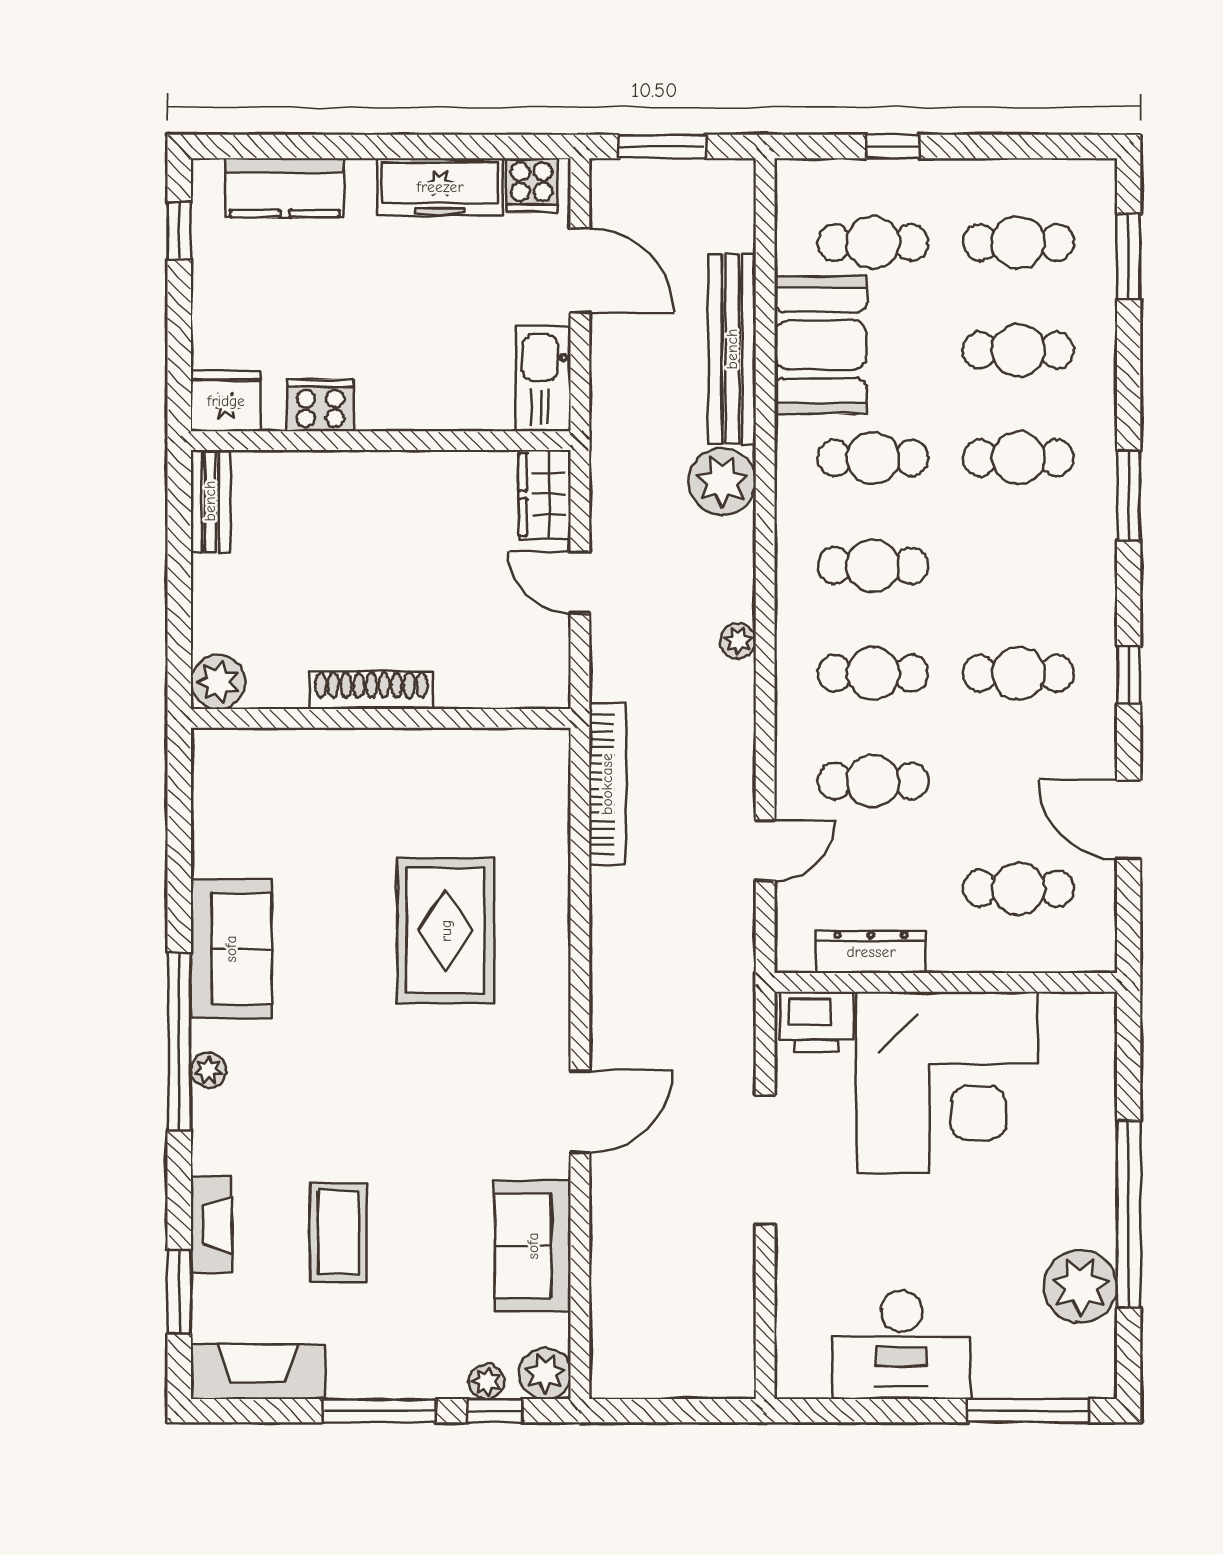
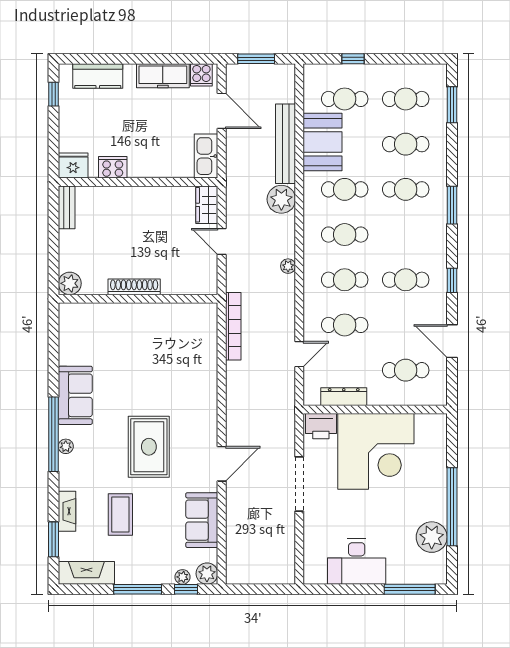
rug: (446, 931) -> (149, 447), moved

